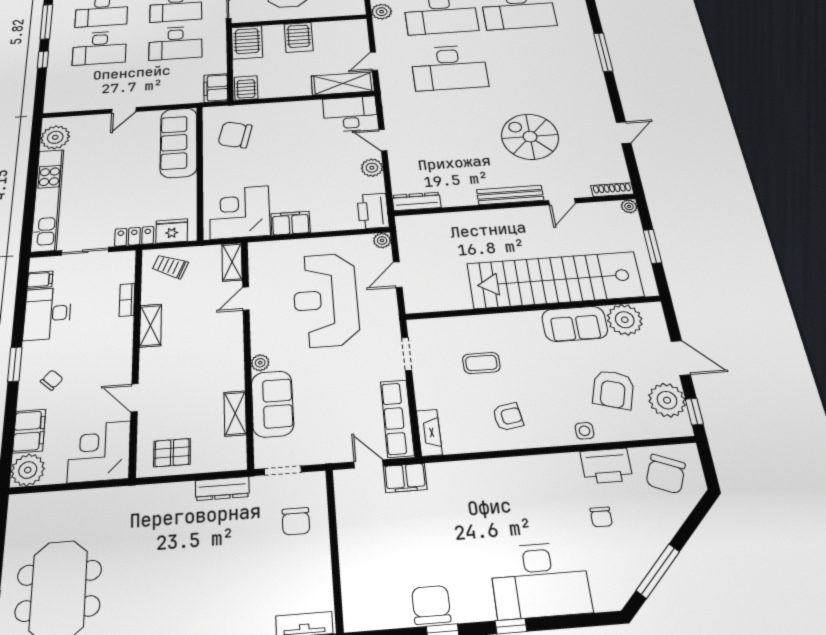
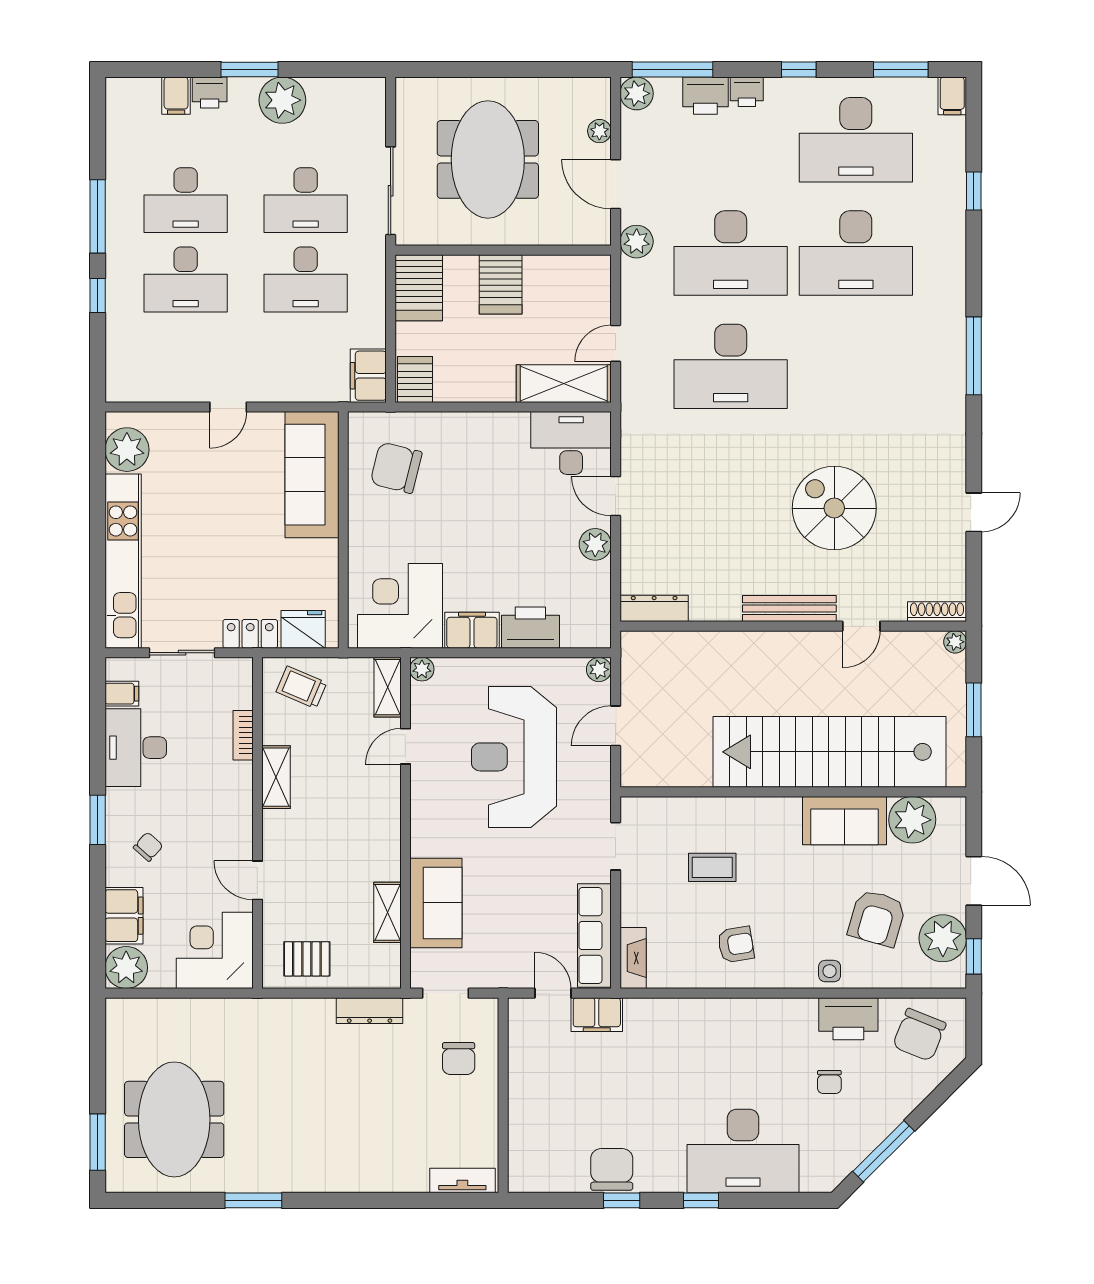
printer: (373, 211) -> (530, 628), moved, turned 90
plant: (260, 363) -> (422, 669), moved

